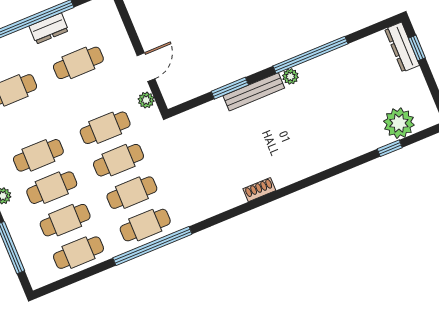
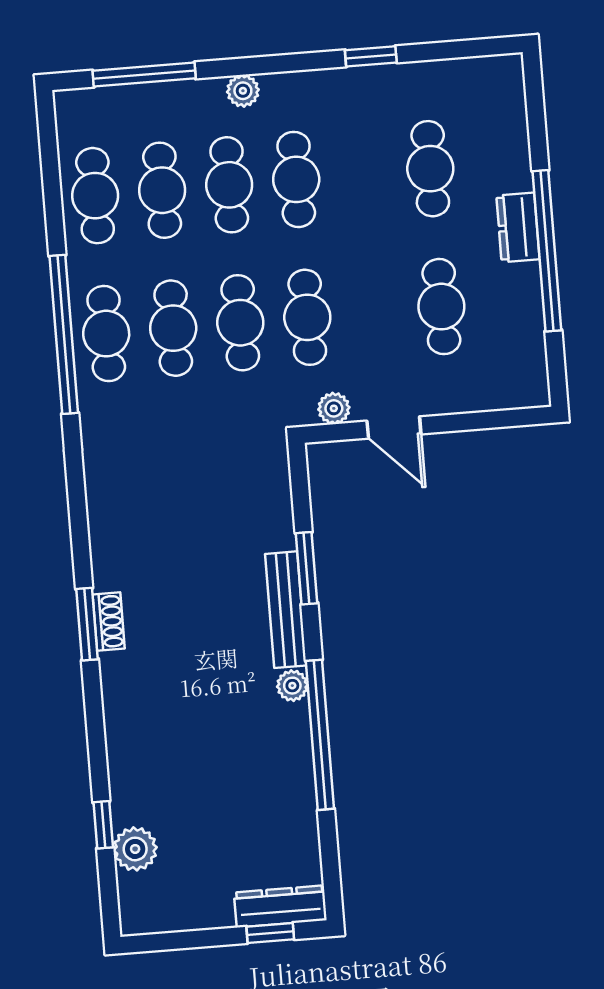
dresser: (49, 28) -> (518, 227), moved
plant: (399, 123) -> (135, 849), width x0.73, depth x0.73
window: (293, 188) -> (87, 624), added
shoe rack: (259, 190) -> (109, 622), moved

